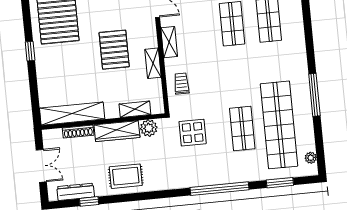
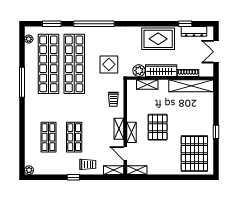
shelving: (153, 63) -> (132, 132), moved
shop shelf: (242, 129) -> (74, 64), width x2.00, depth x1.36
rug: (126, 176) -> (158, 39), width x1.36, depth x1.43

